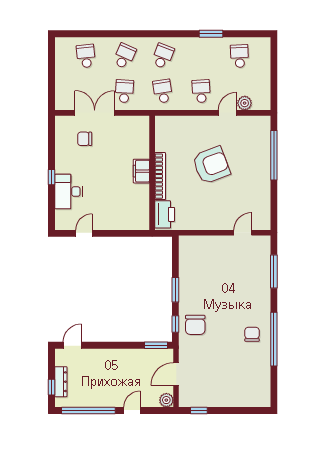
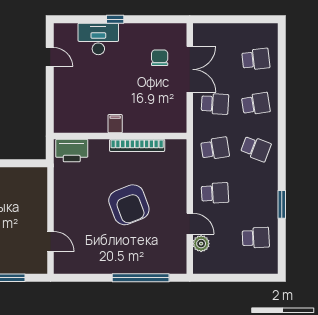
school desk: (124, 56) -> (256, 104), turned -33
filing cabinet: (141, 171) -> (115, 124), width x0.50
bookcase: (160, 176) -> (137, 145), moved

